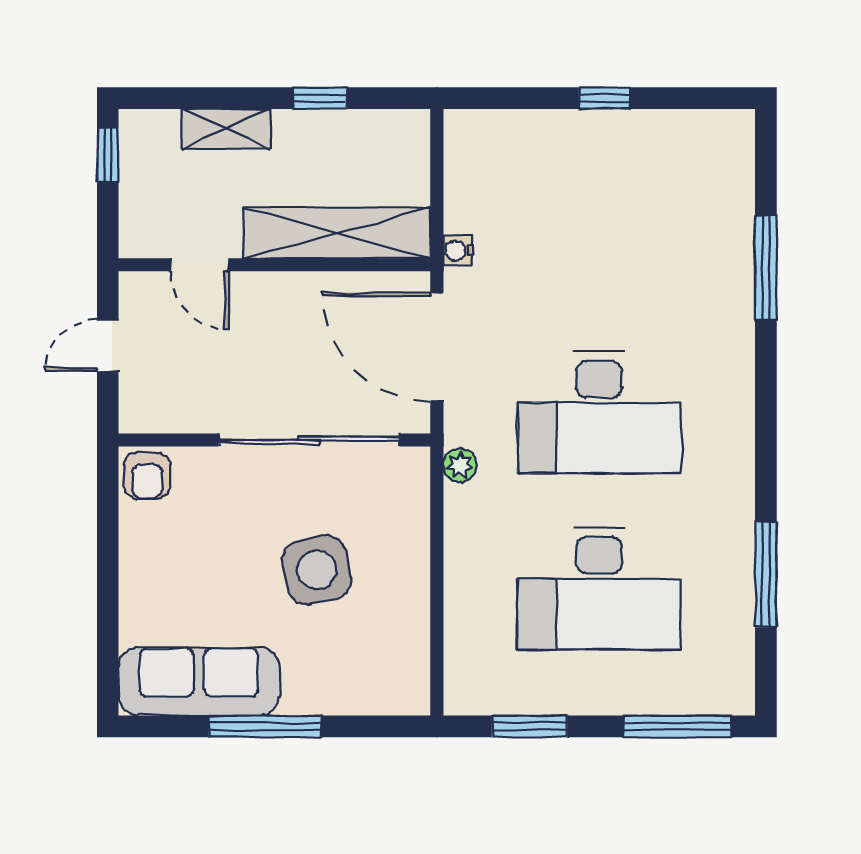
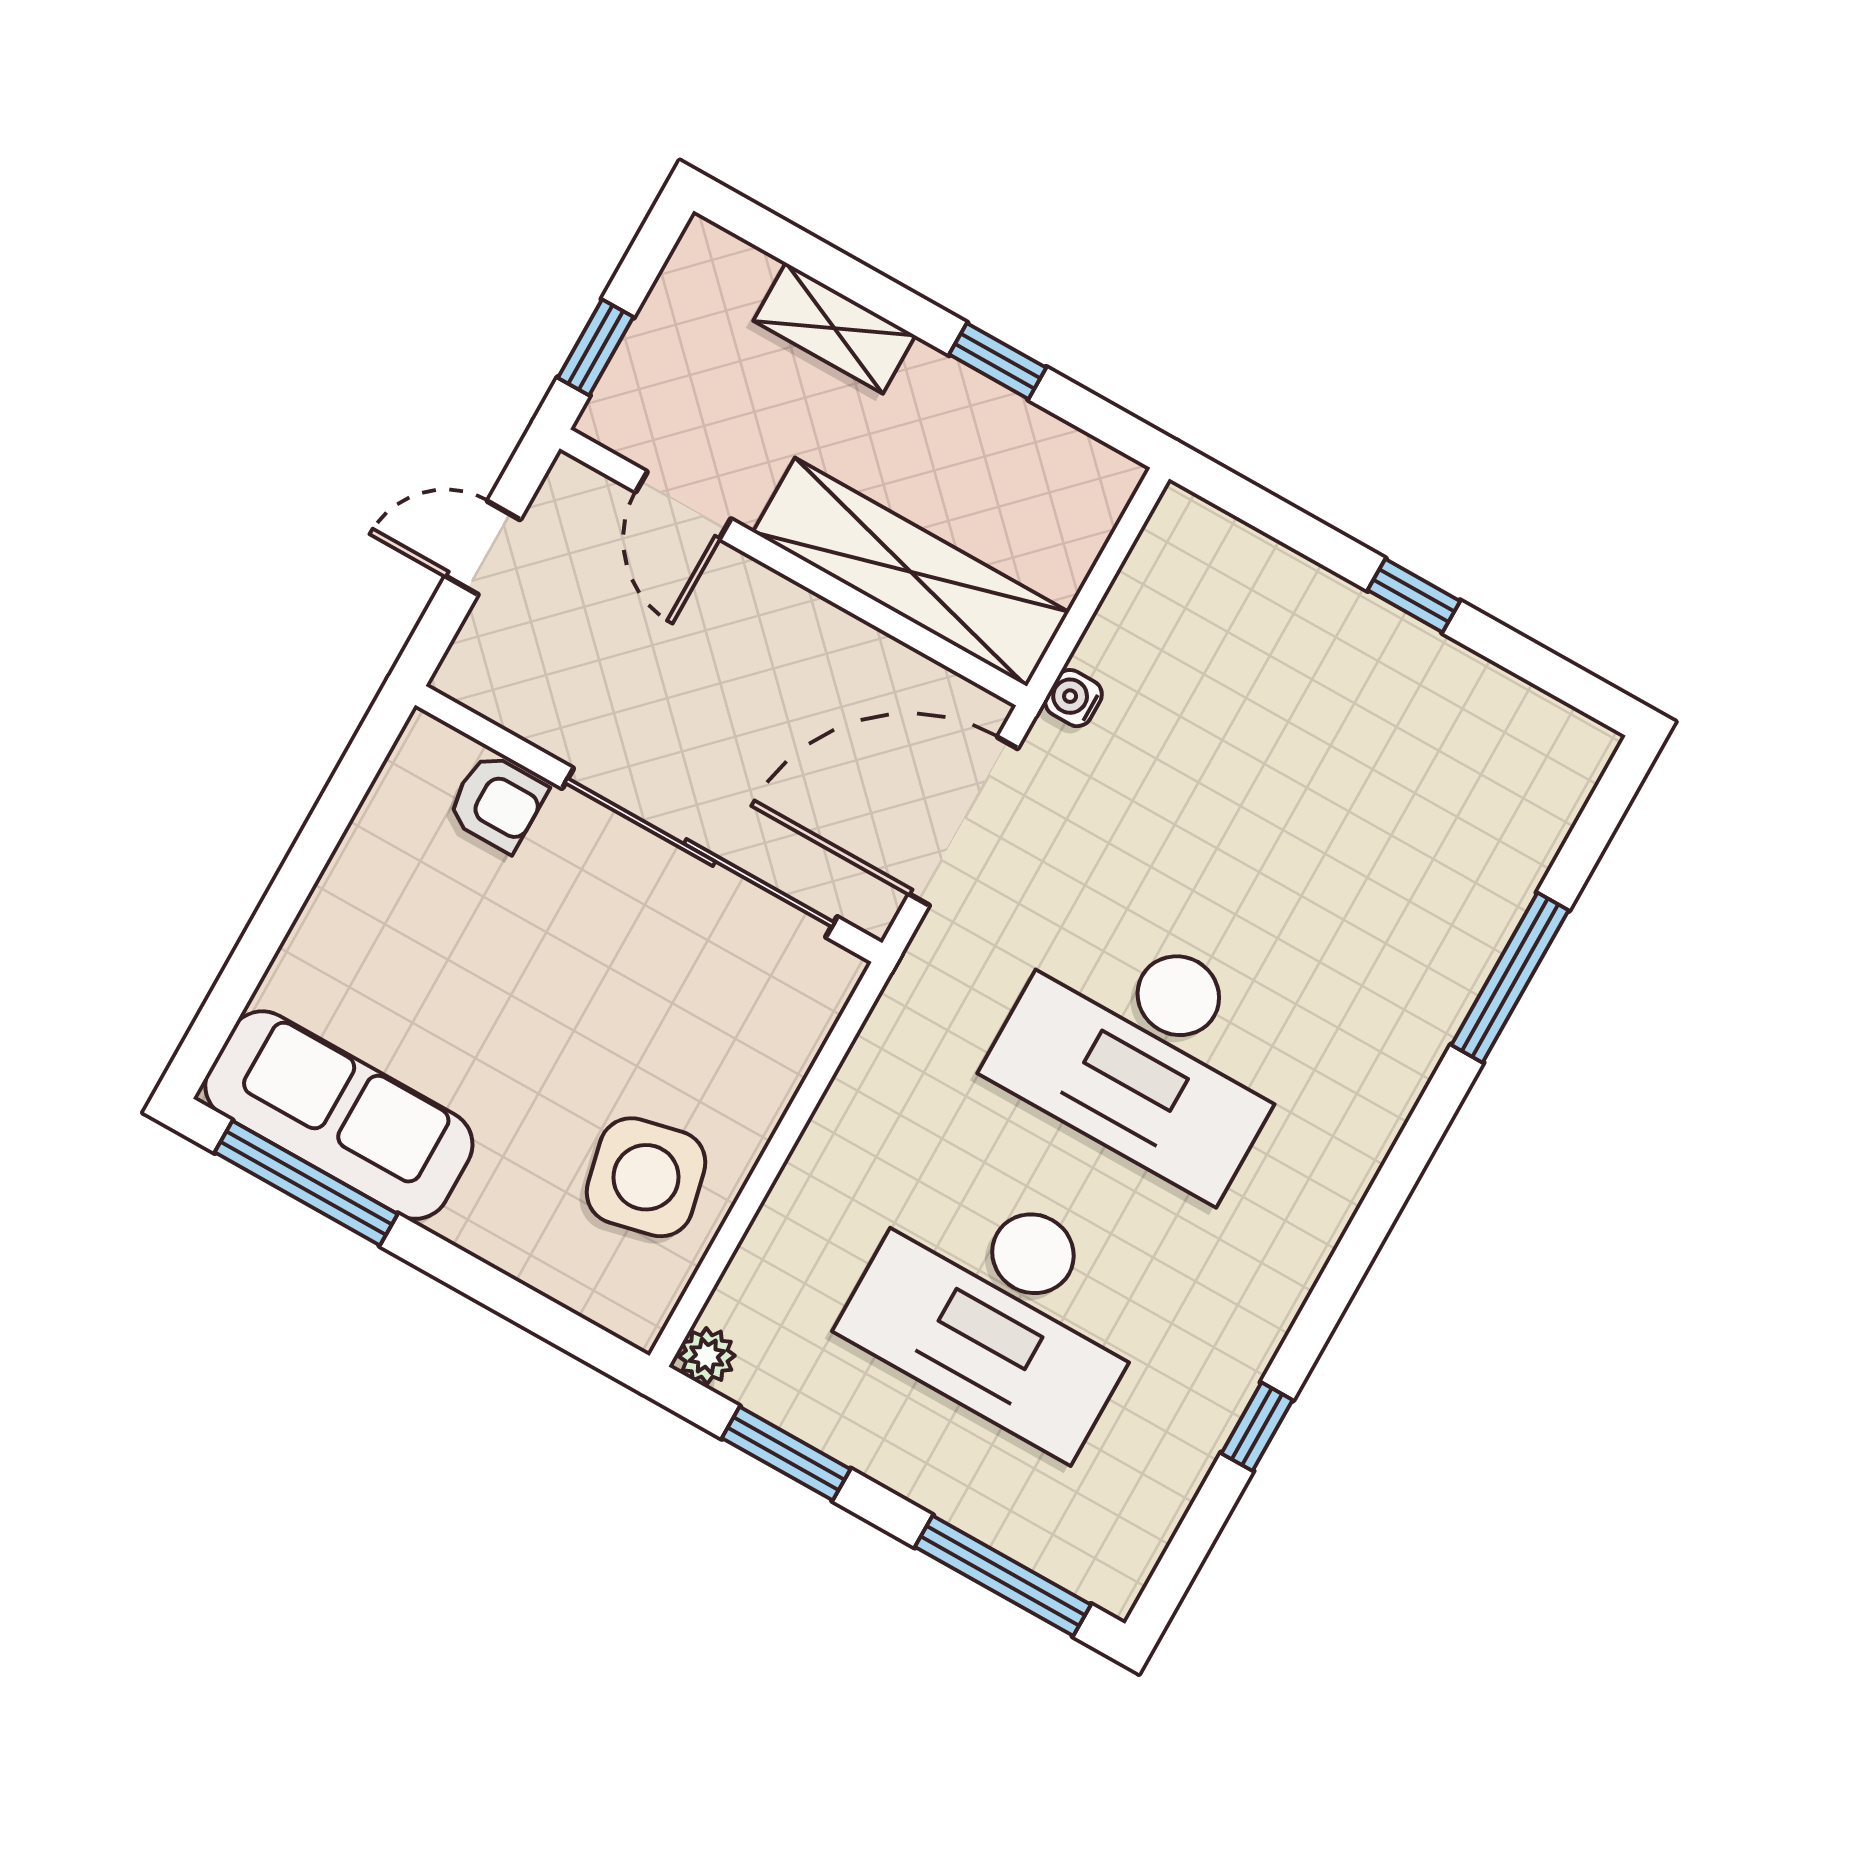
window: (108, 155) -> (596, 347), moved
door: (437, 347) -> (963, 821), hinge flipped
plant: (460, 465) -> (707, 1356), moved
armchair: (147, 476) -> (497, 802), moved, turned -90
side table: (317, 570) -> (646, 1177), moved
window: (766, 575) -> (1257, 1427), width x0.46
window: (265, 726) -> (306, 1183), moved

